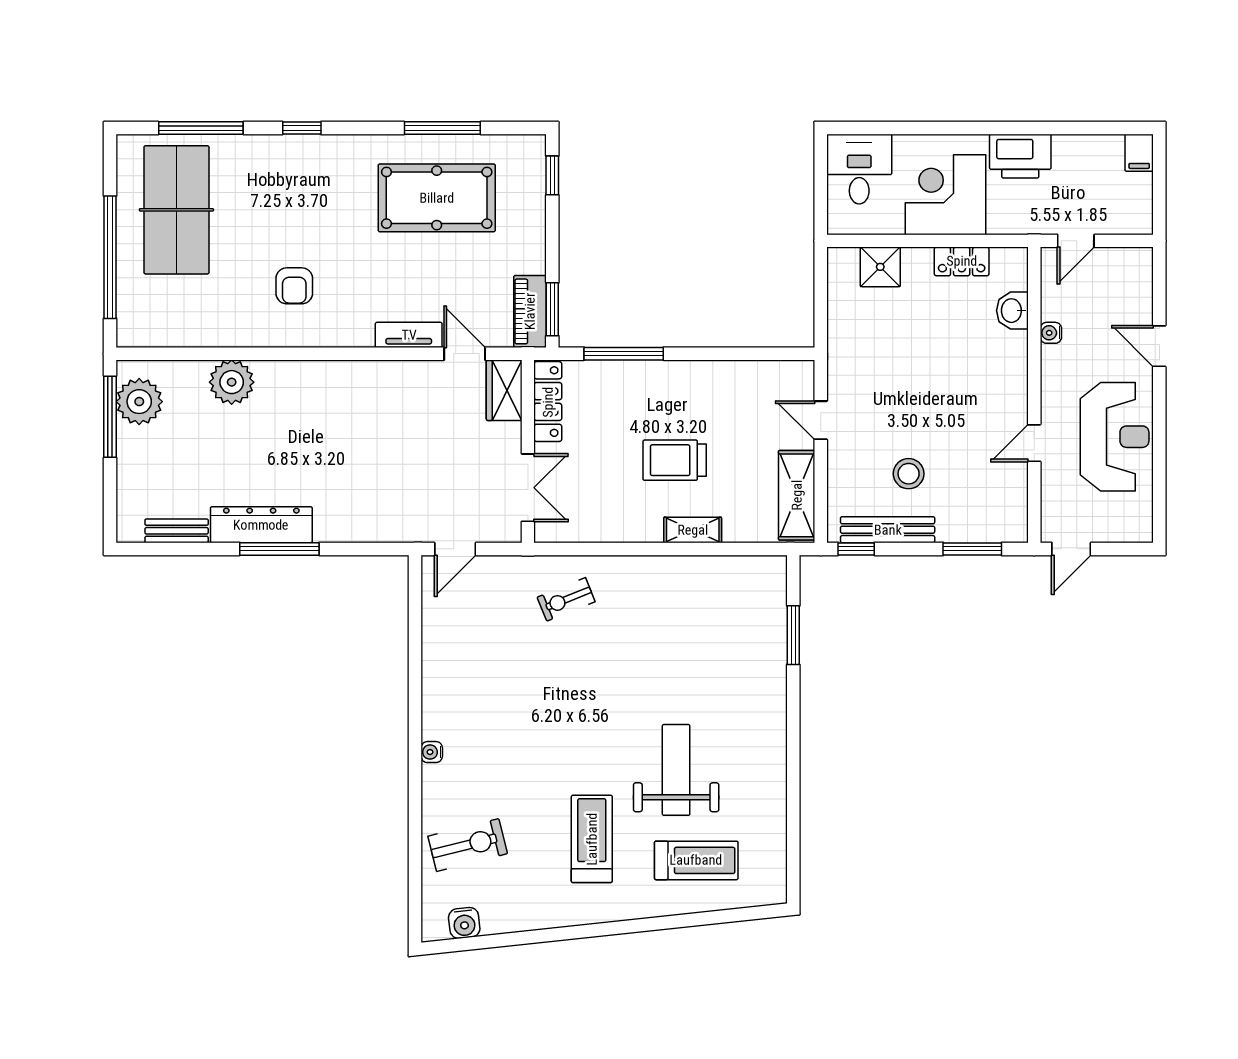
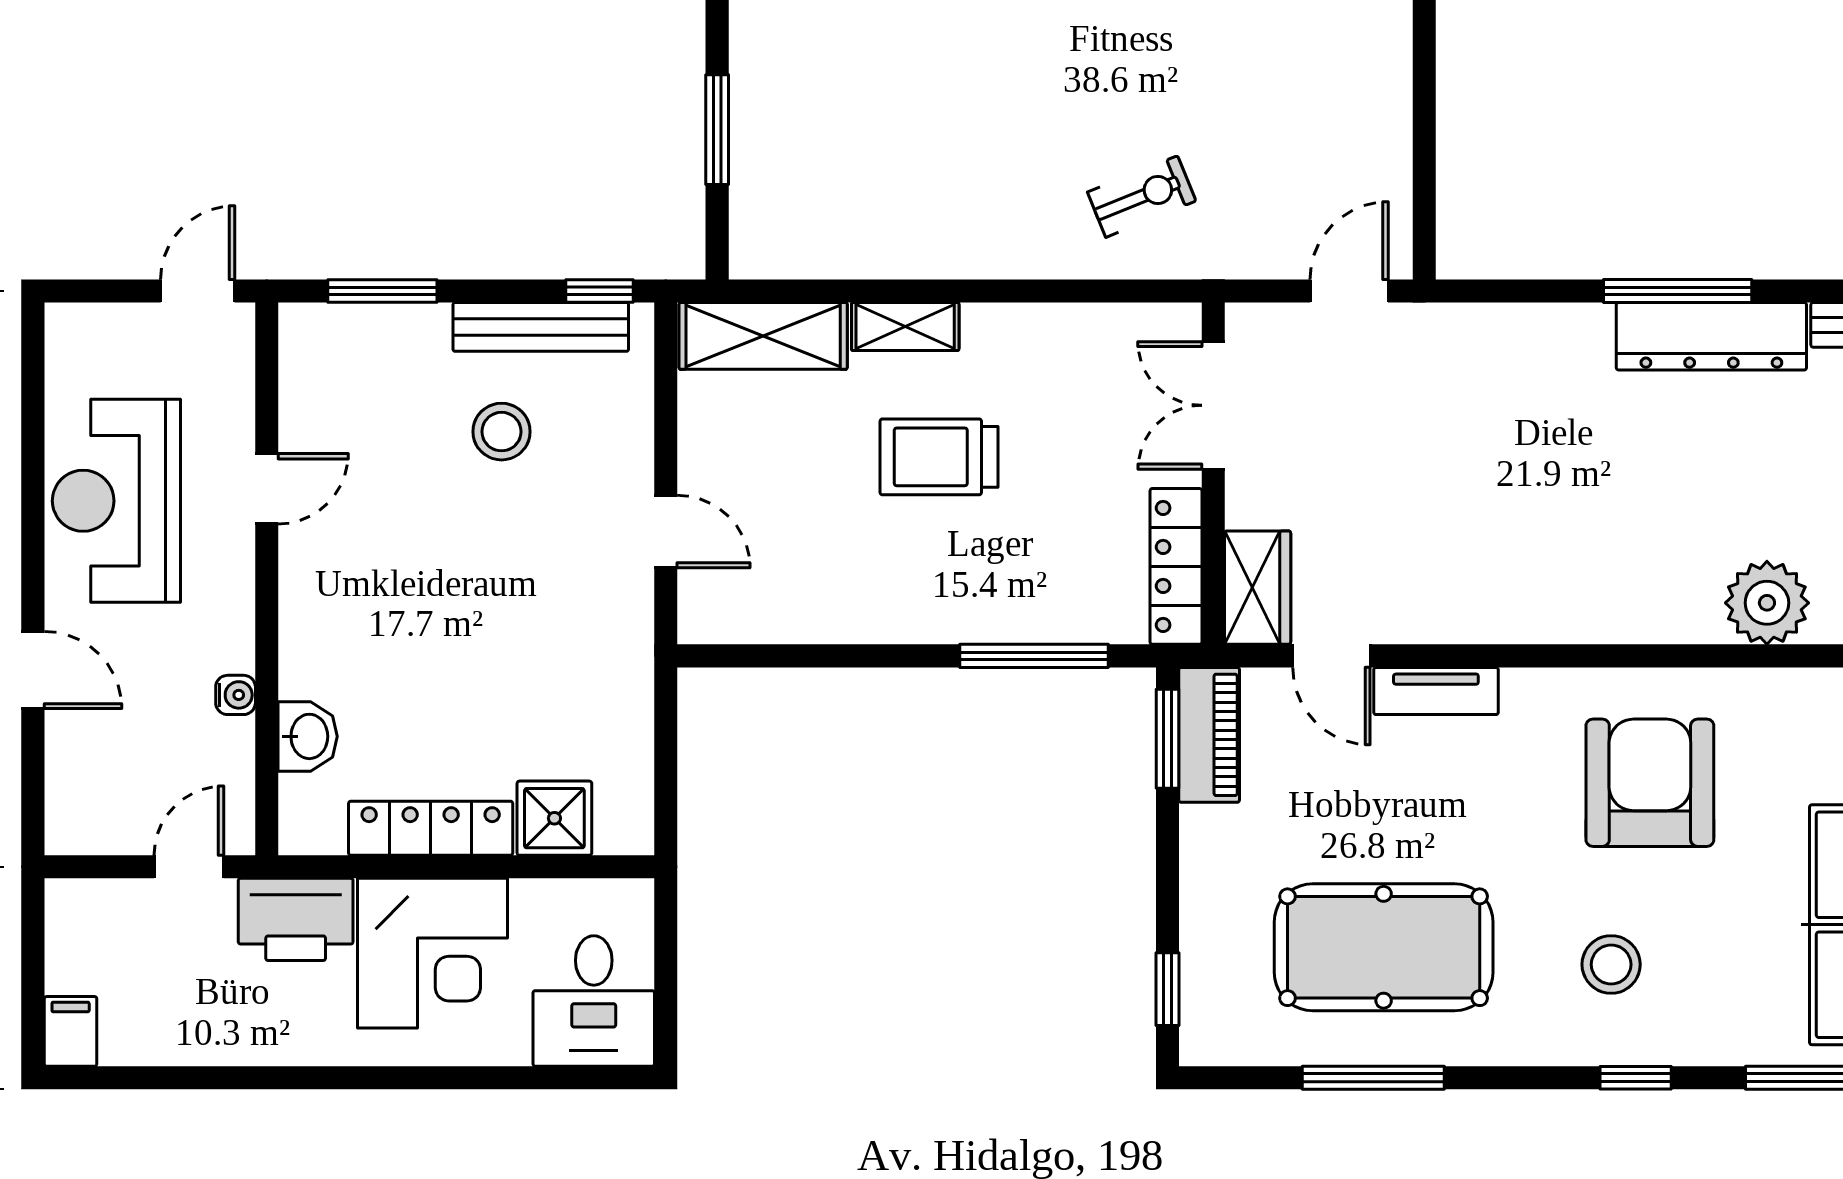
printer: (1020, 156) -> (296, 919), moved, turned 180
stool: (315, 189) -> (1611, 964), added
locker: (962, 261) -> (431, 828), width x1.53
armchair: (294, 286) -> (1650, 783), width x1.88, depth x1.88
trolley: (675, 460) -> (939, 457), turned 180
shelving: (797, 495) -> (763, 336), moved, turned 90

